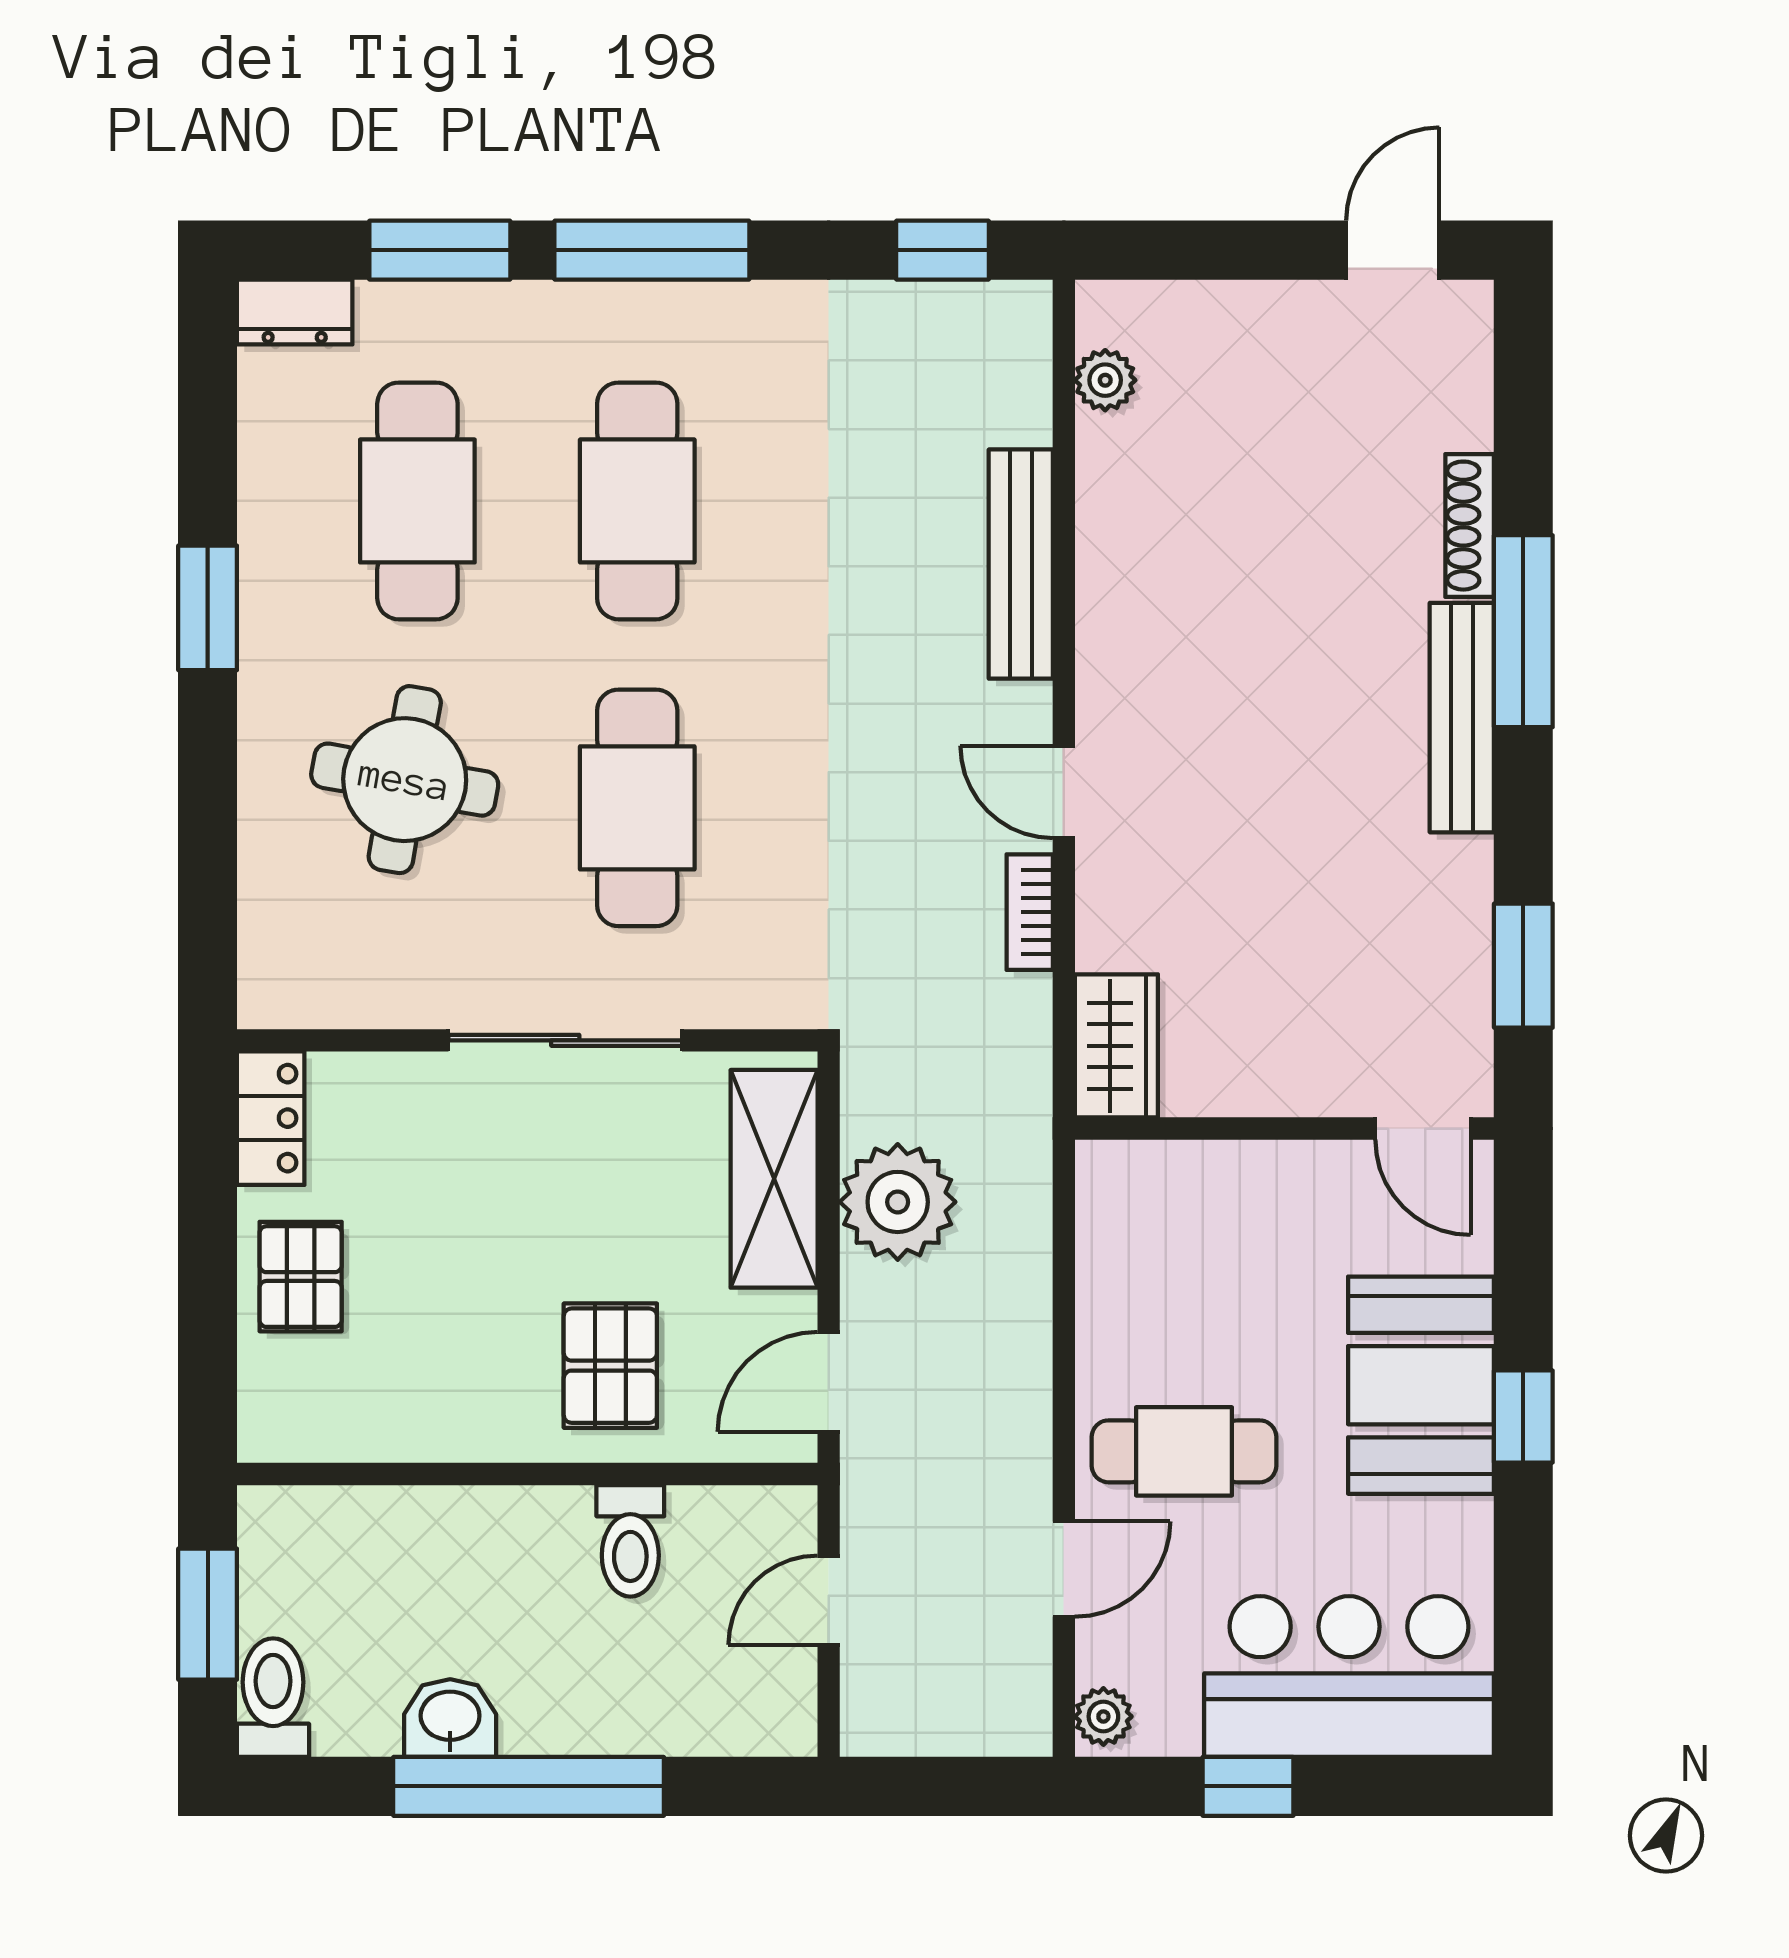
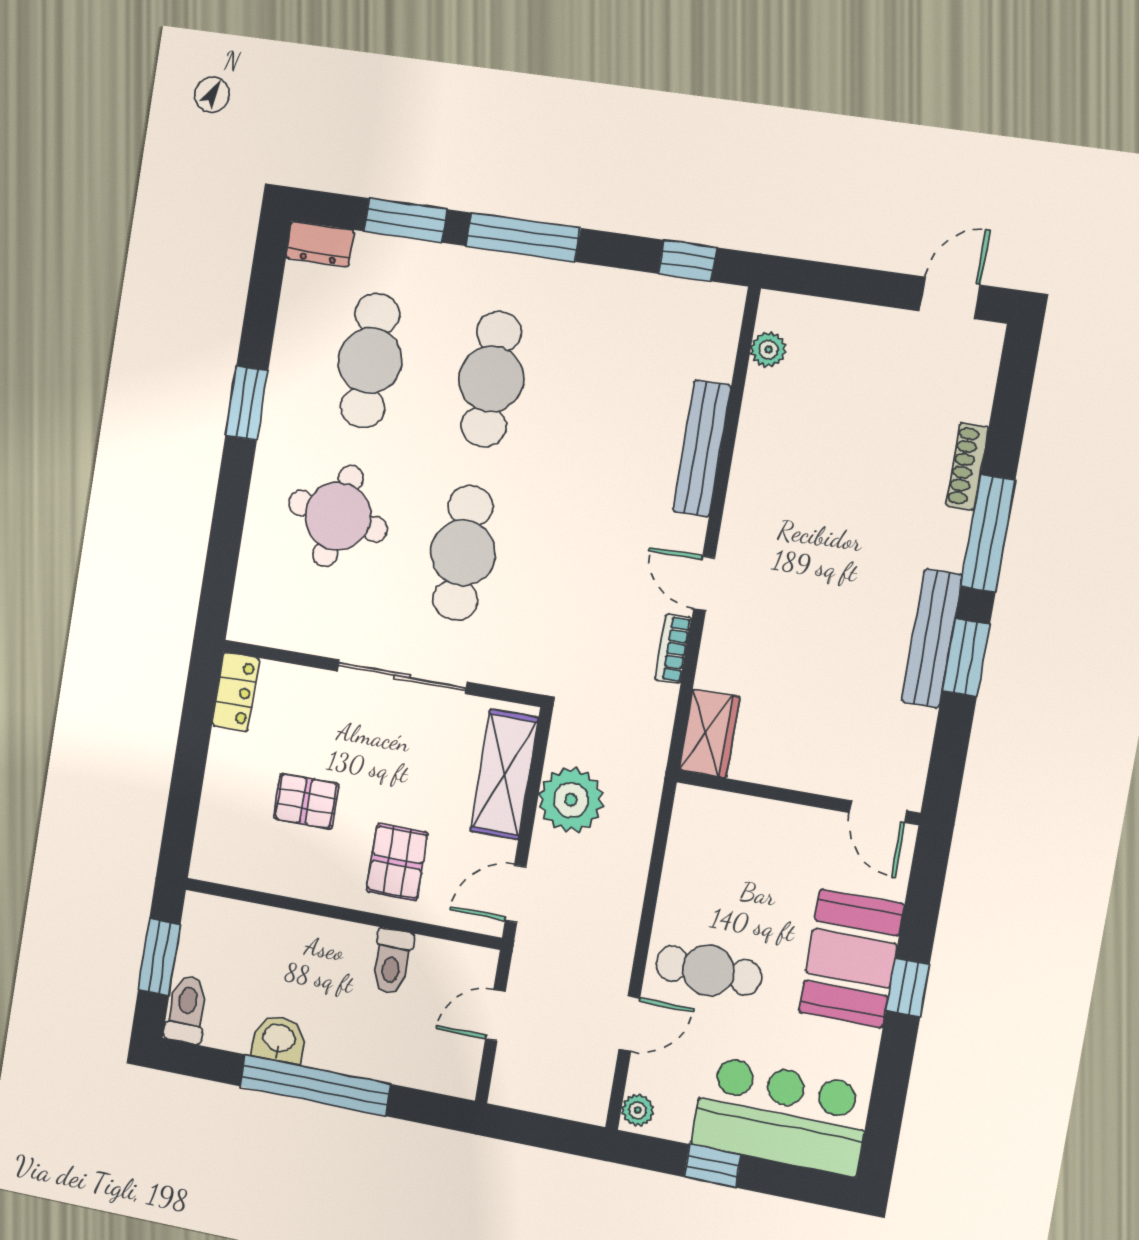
bench: (1462, 718) -> (932, 638), moved
window: (1523, 966) -> (966, 658), moved
pallet: (301, 1277) -> (306, 801), moved, turned 90

